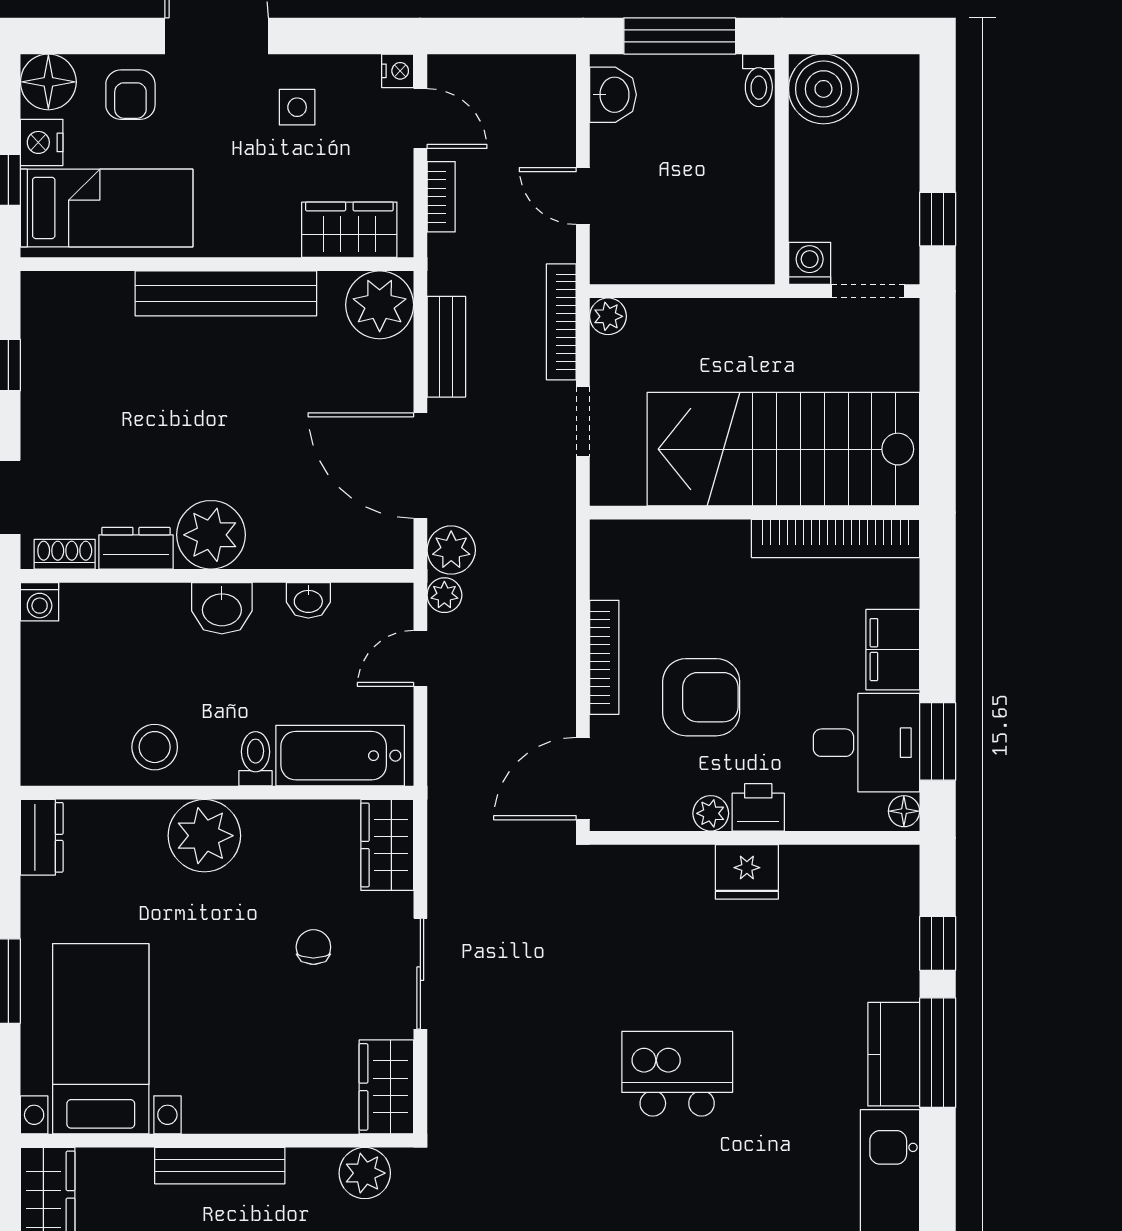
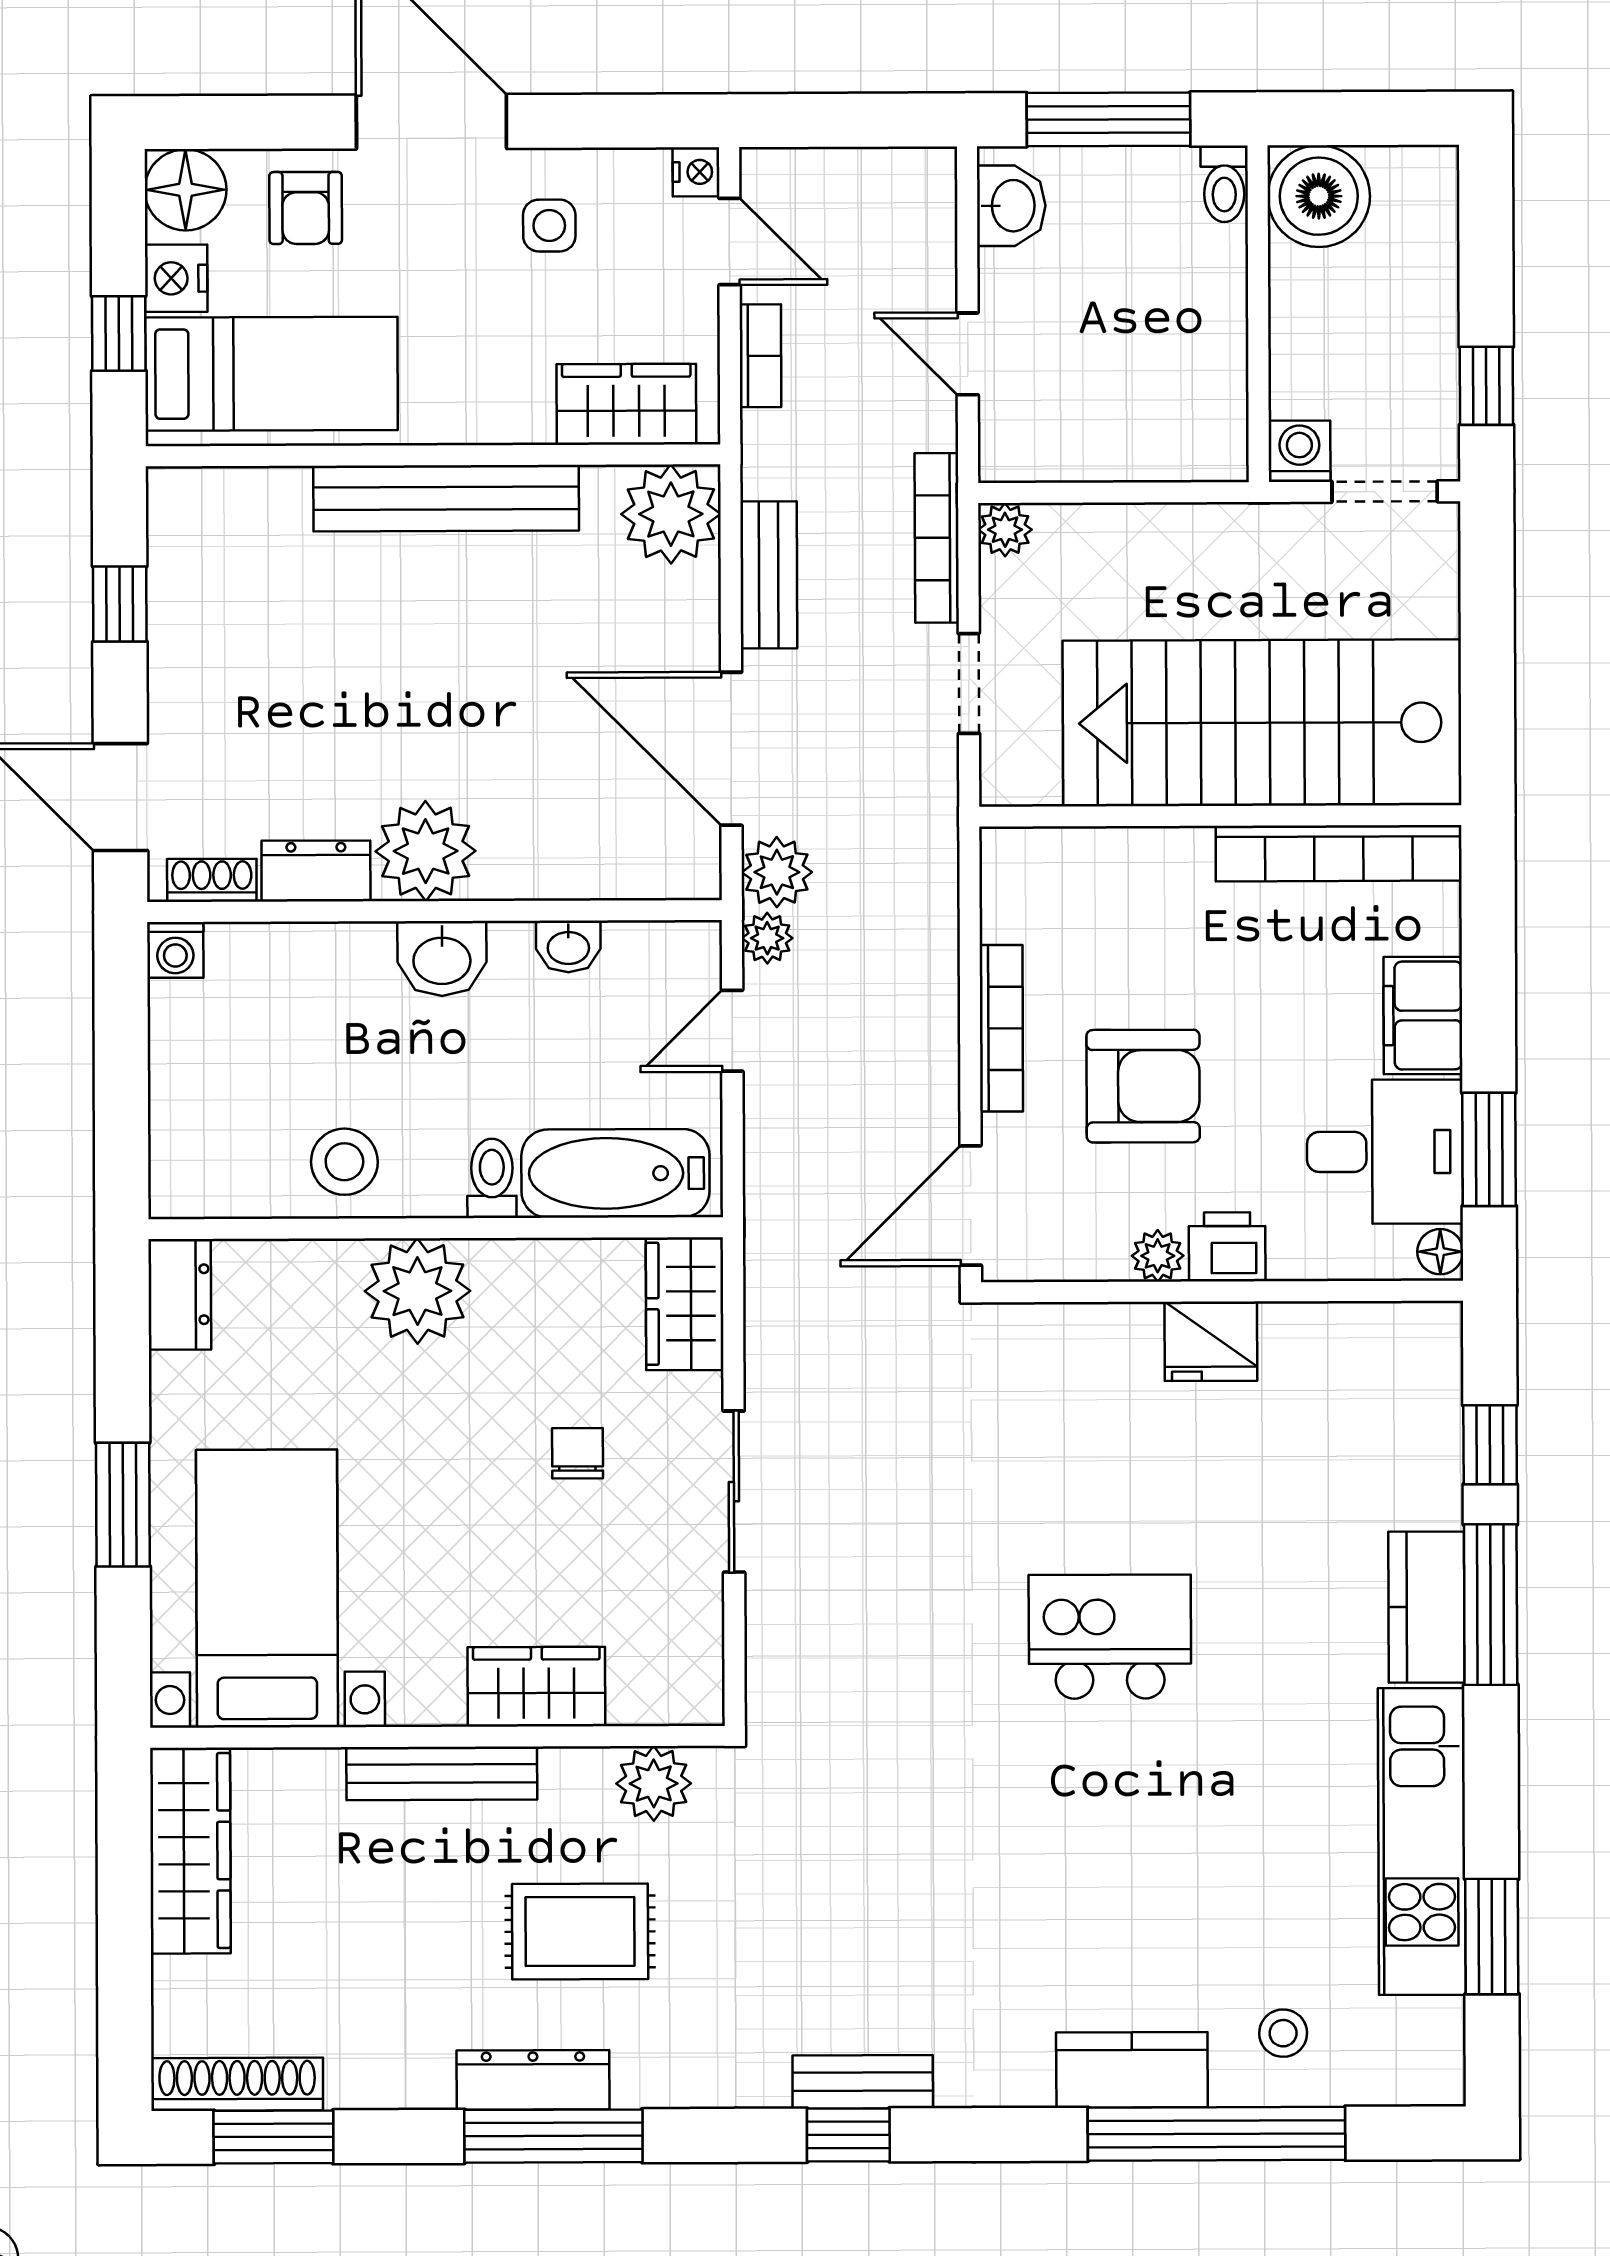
wardrobe: (386, 1087) -> (536, 1687), moved, turned 90

